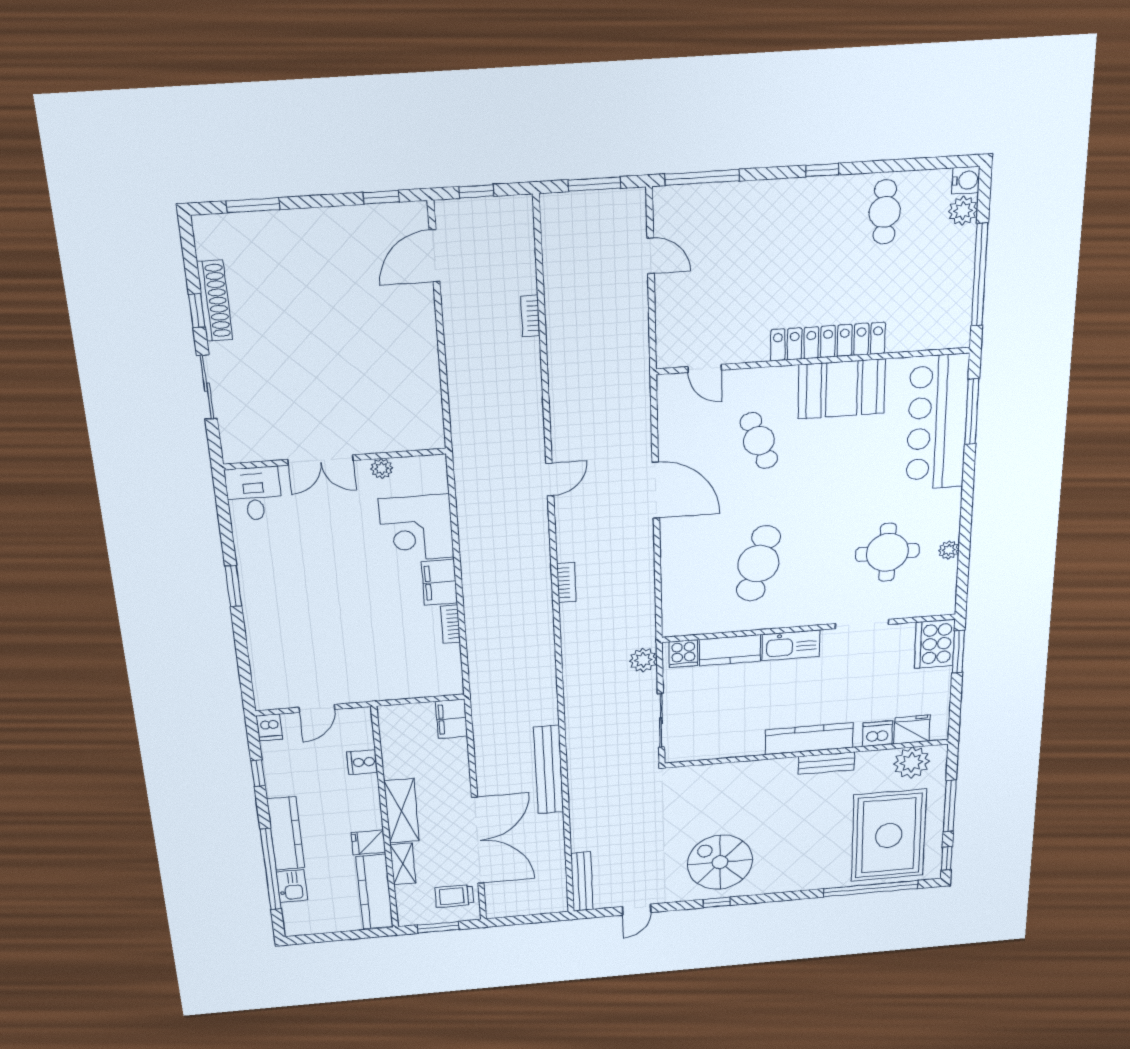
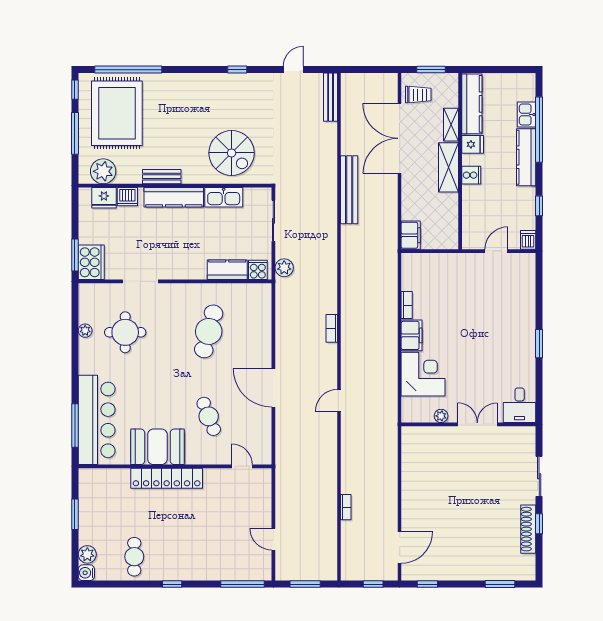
window: (980, 275) -> (75, 514), width x0.47
kitchen sink: (791, 645) -> (224, 197), moved, turned 180
cooker: (362, 762) -> (471, 175), moved
spiral stairs: (720, 862) -> (232, 153), moved

